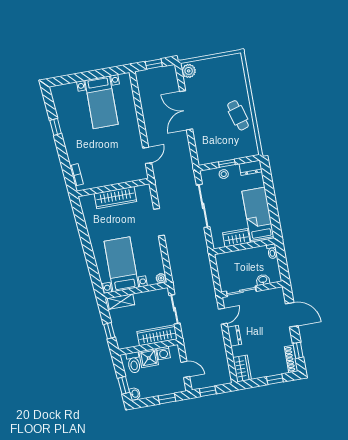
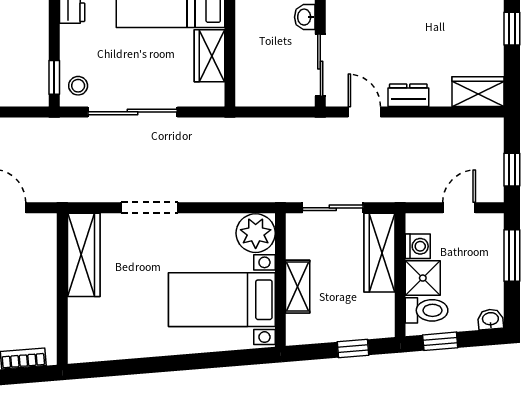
window: (227, 163) -> (54, 77), moved
stool: (224, 174) -> (78, 86), moved
wardrobe: (115, 198) -> (84, 255), moved
plant: (161, 278) -> (256, 233), width x1.87, depth x1.87
shelving: (121, 302) -> (298, 287), moved
window: (124, 385) -> (440, 341), moved
window: (167, 399) -> (512, 256), width x1.50

